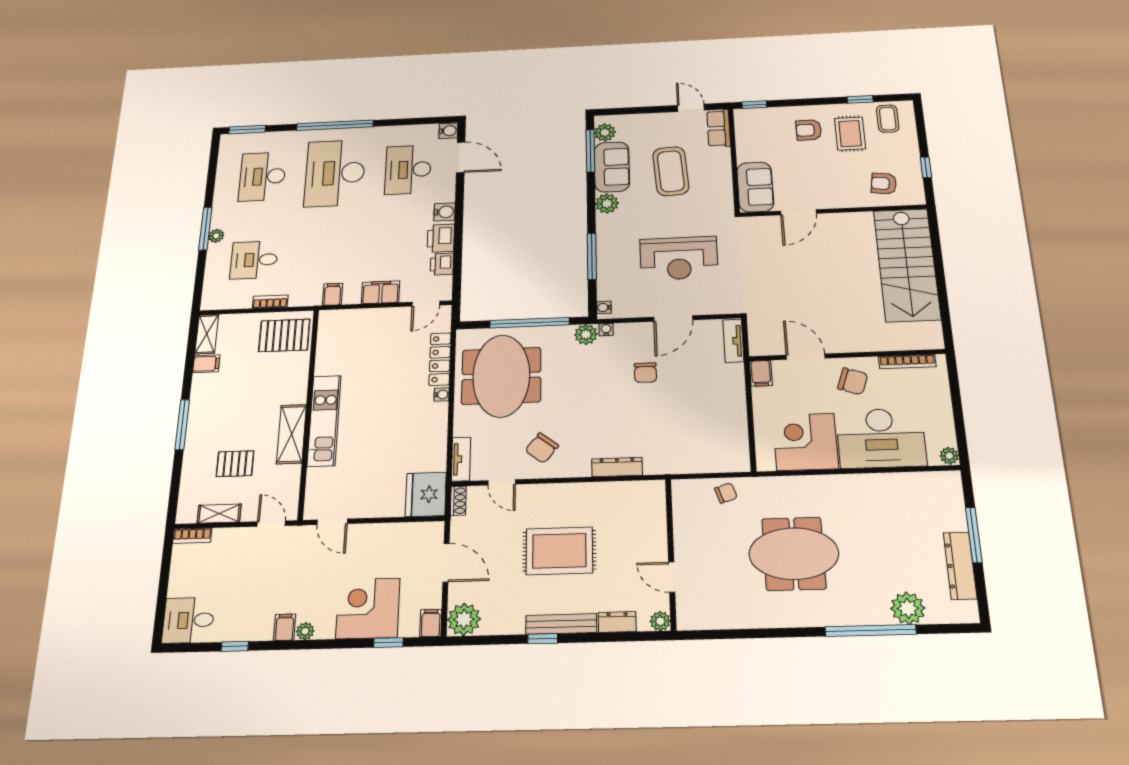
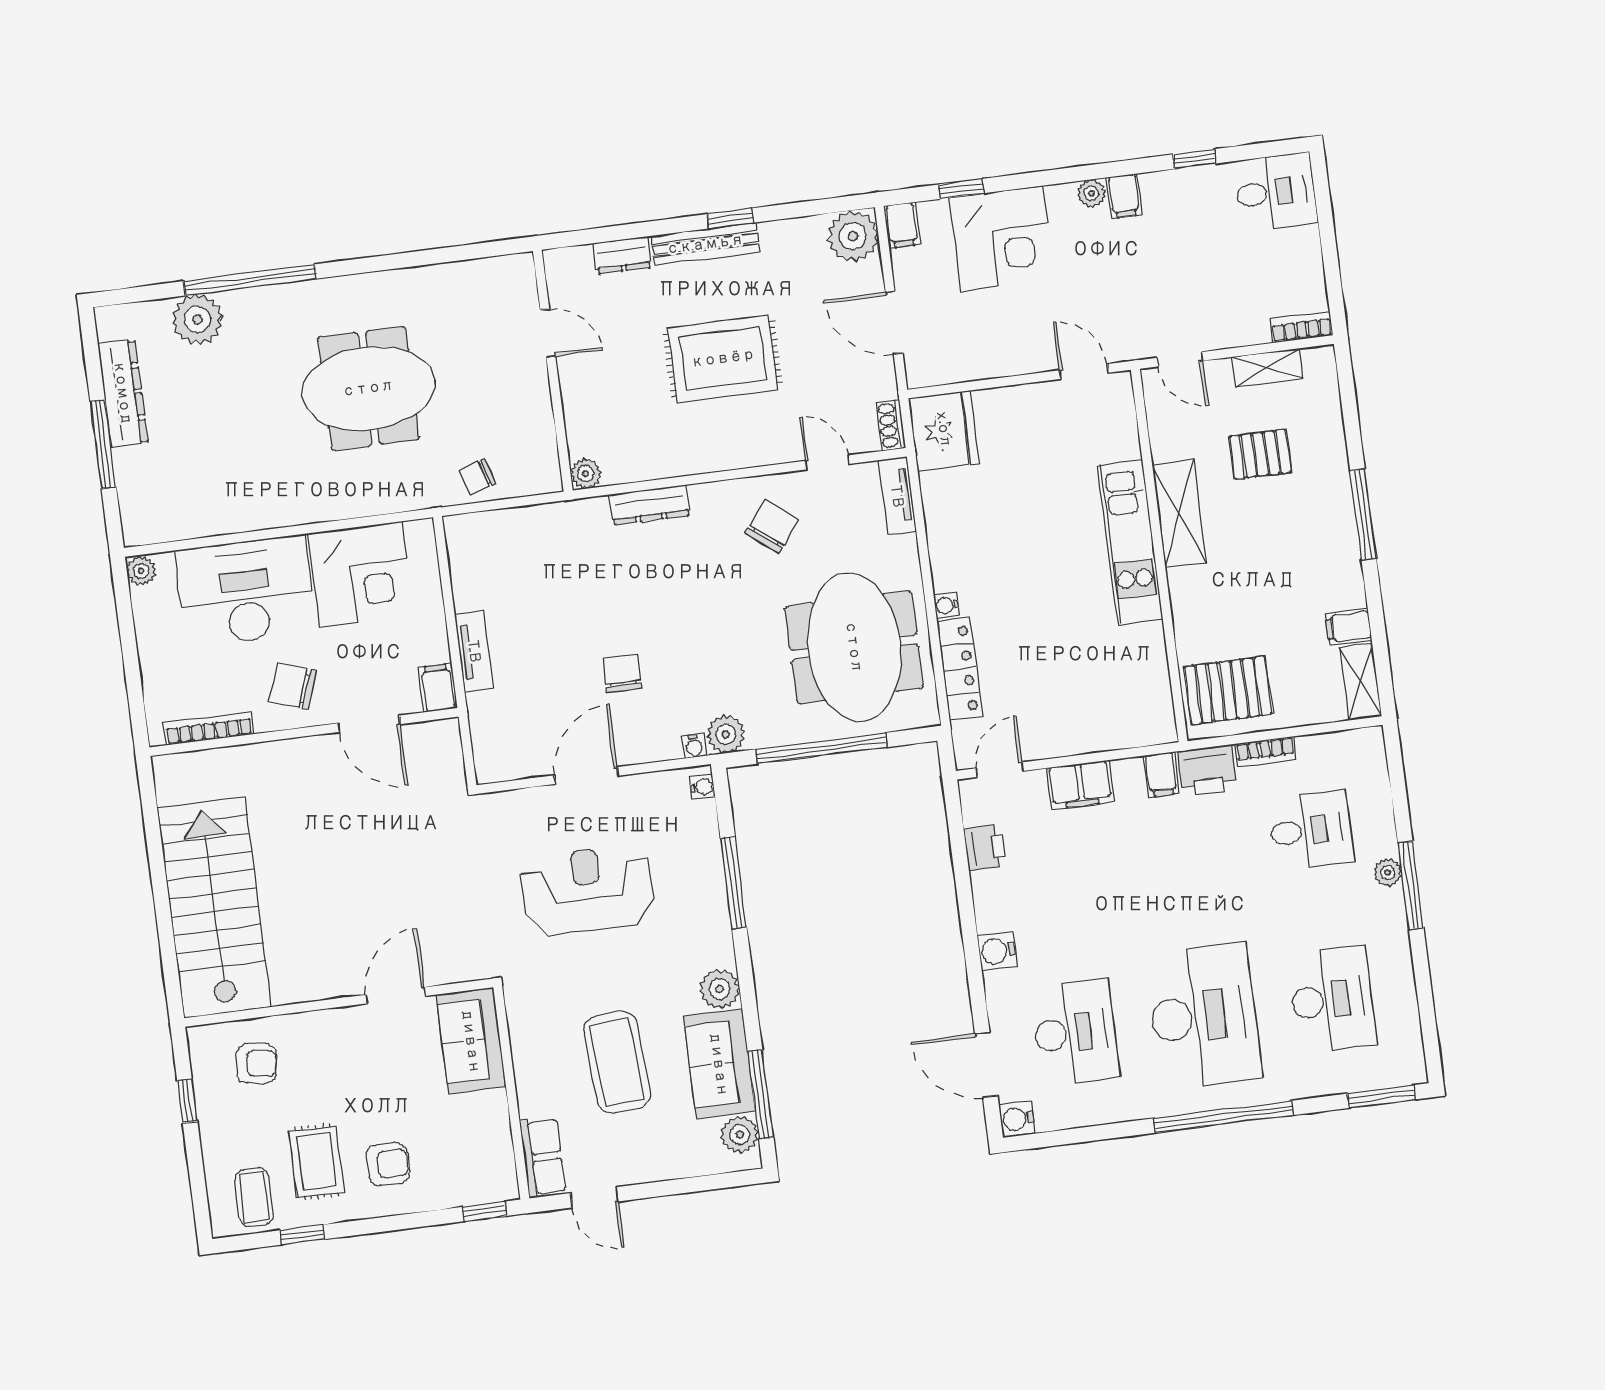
printer: (441, 238) -> (1207, 770), moved, turned 90
tv unit: (733, 341) -> (474, 651), moved
plant: (660, 621) -> (586, 474), moved

